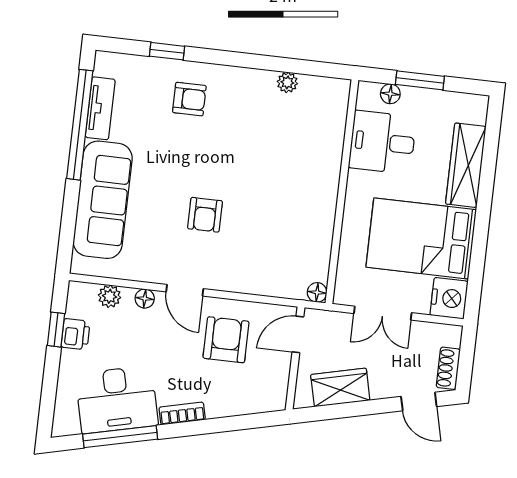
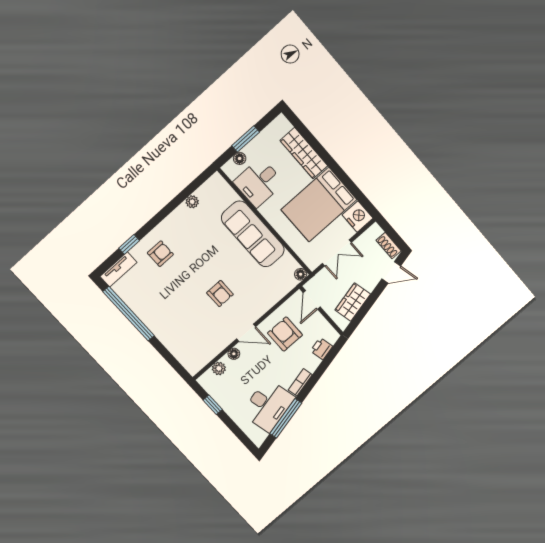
tv unit: (100, 108) -> (118, 269), moved, turned 90
sofa: (103, 200) -> (253, 234), moved, turned 180
printer: (76, 334) -> (321, 349), moved, turned -103

